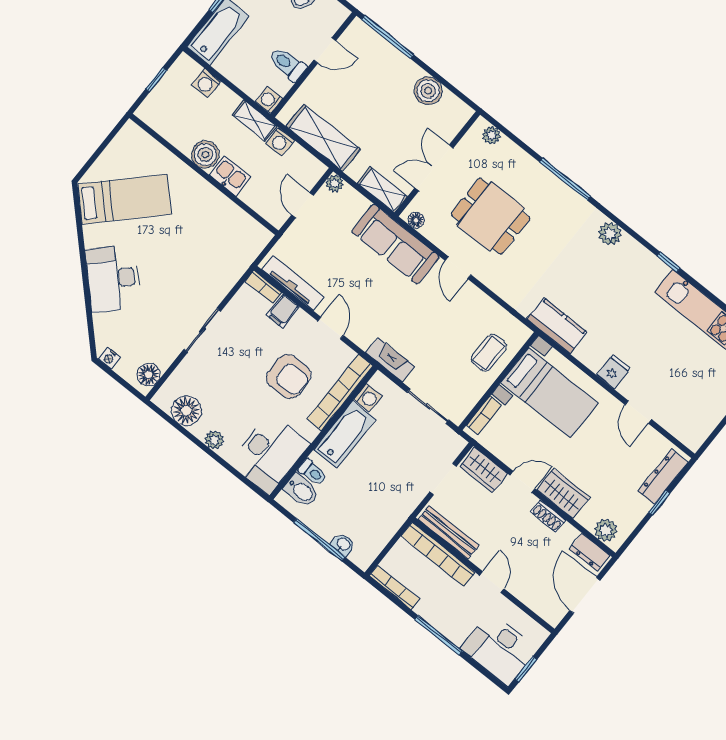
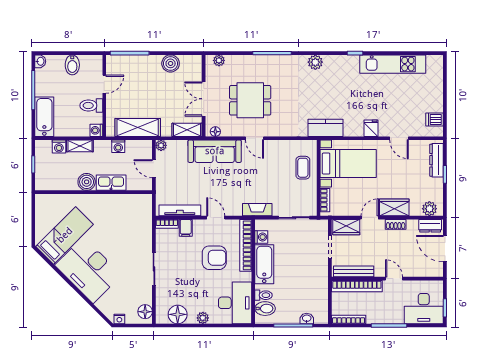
shelving: (255, 121) -> (80, 146), moved
kitchen sink: (230, 176) -> (111, 183), width x1.38
desk: (113, 278) -> (88, 270), width x1.36, depth x1.30
dishwasher: (701, 424) -> (435, 120), added

